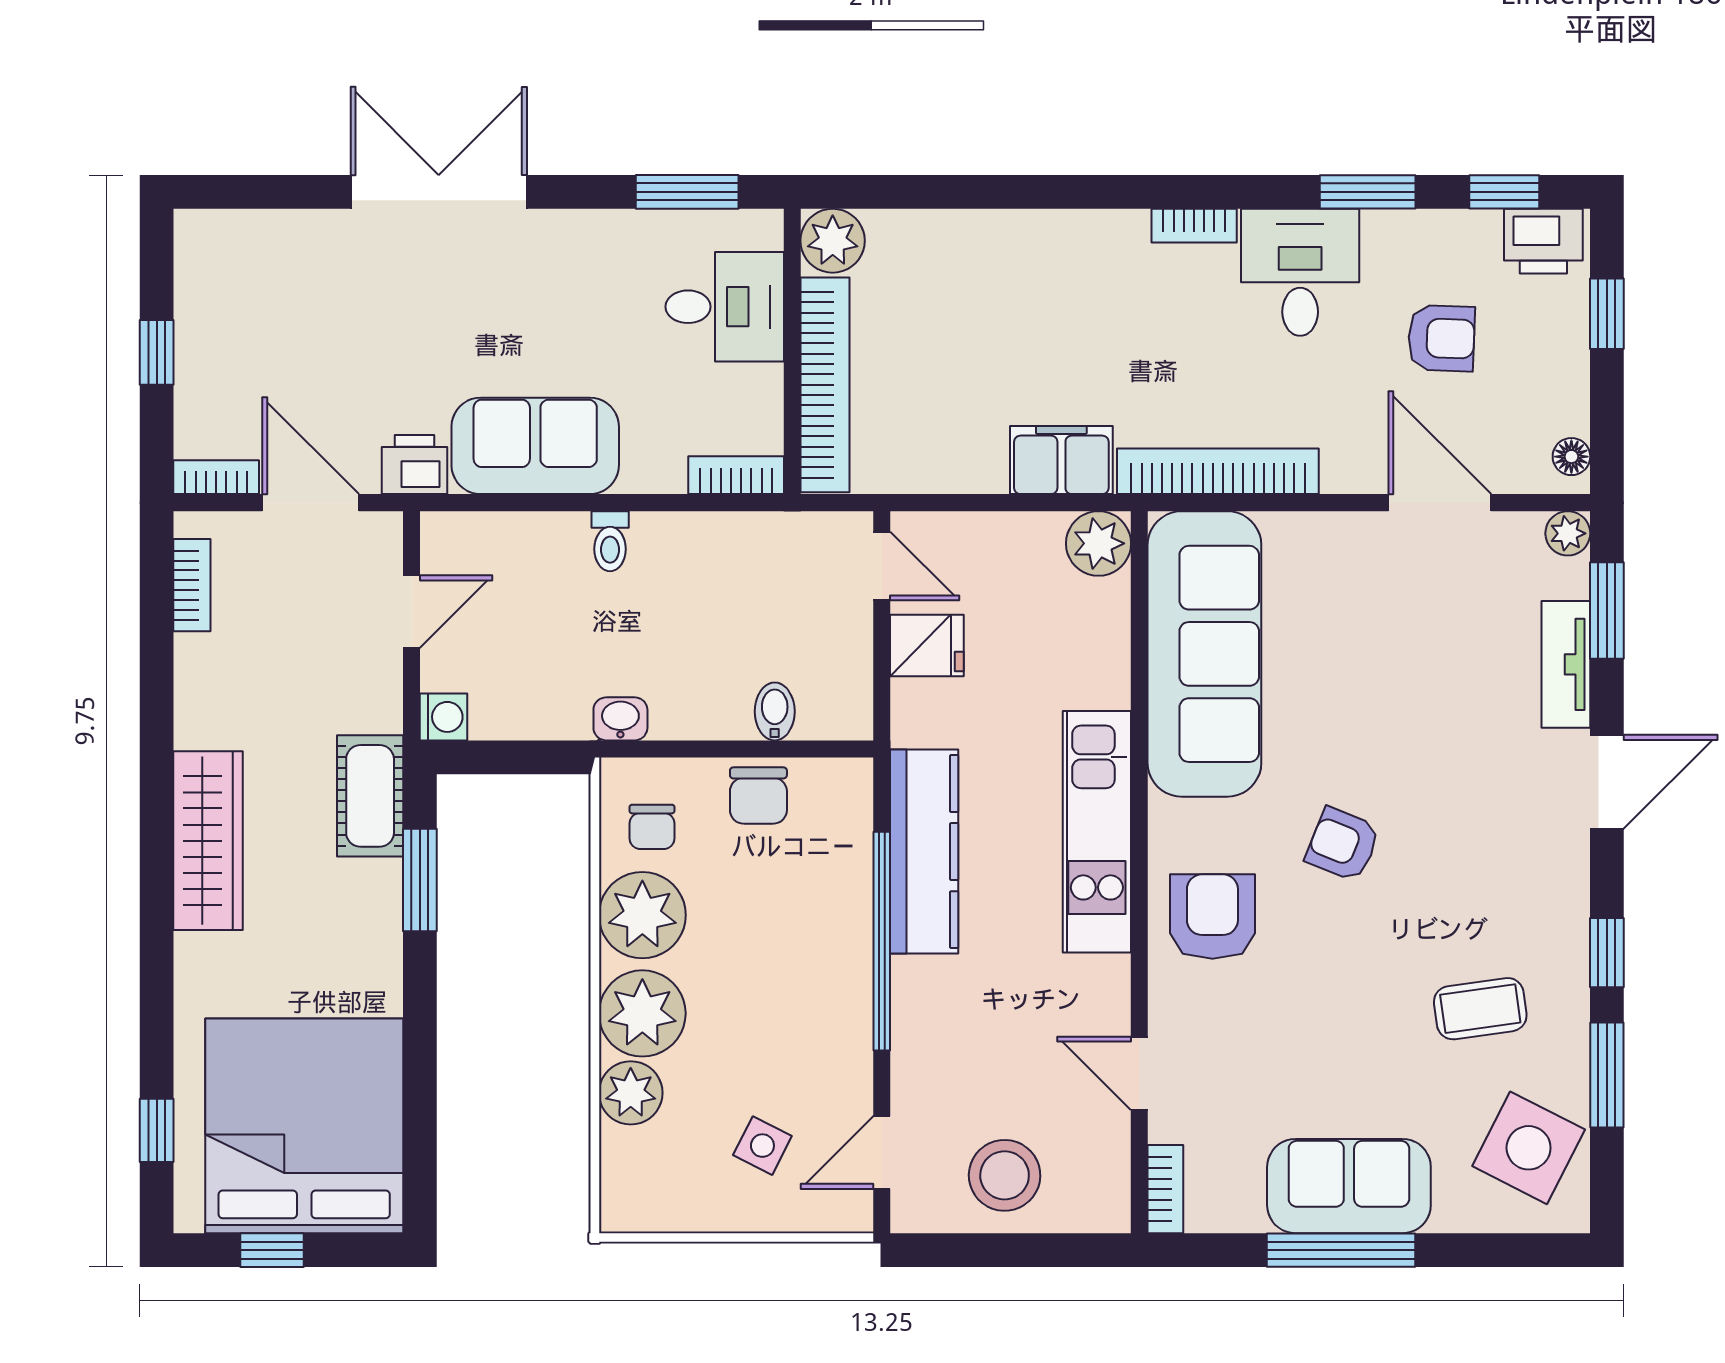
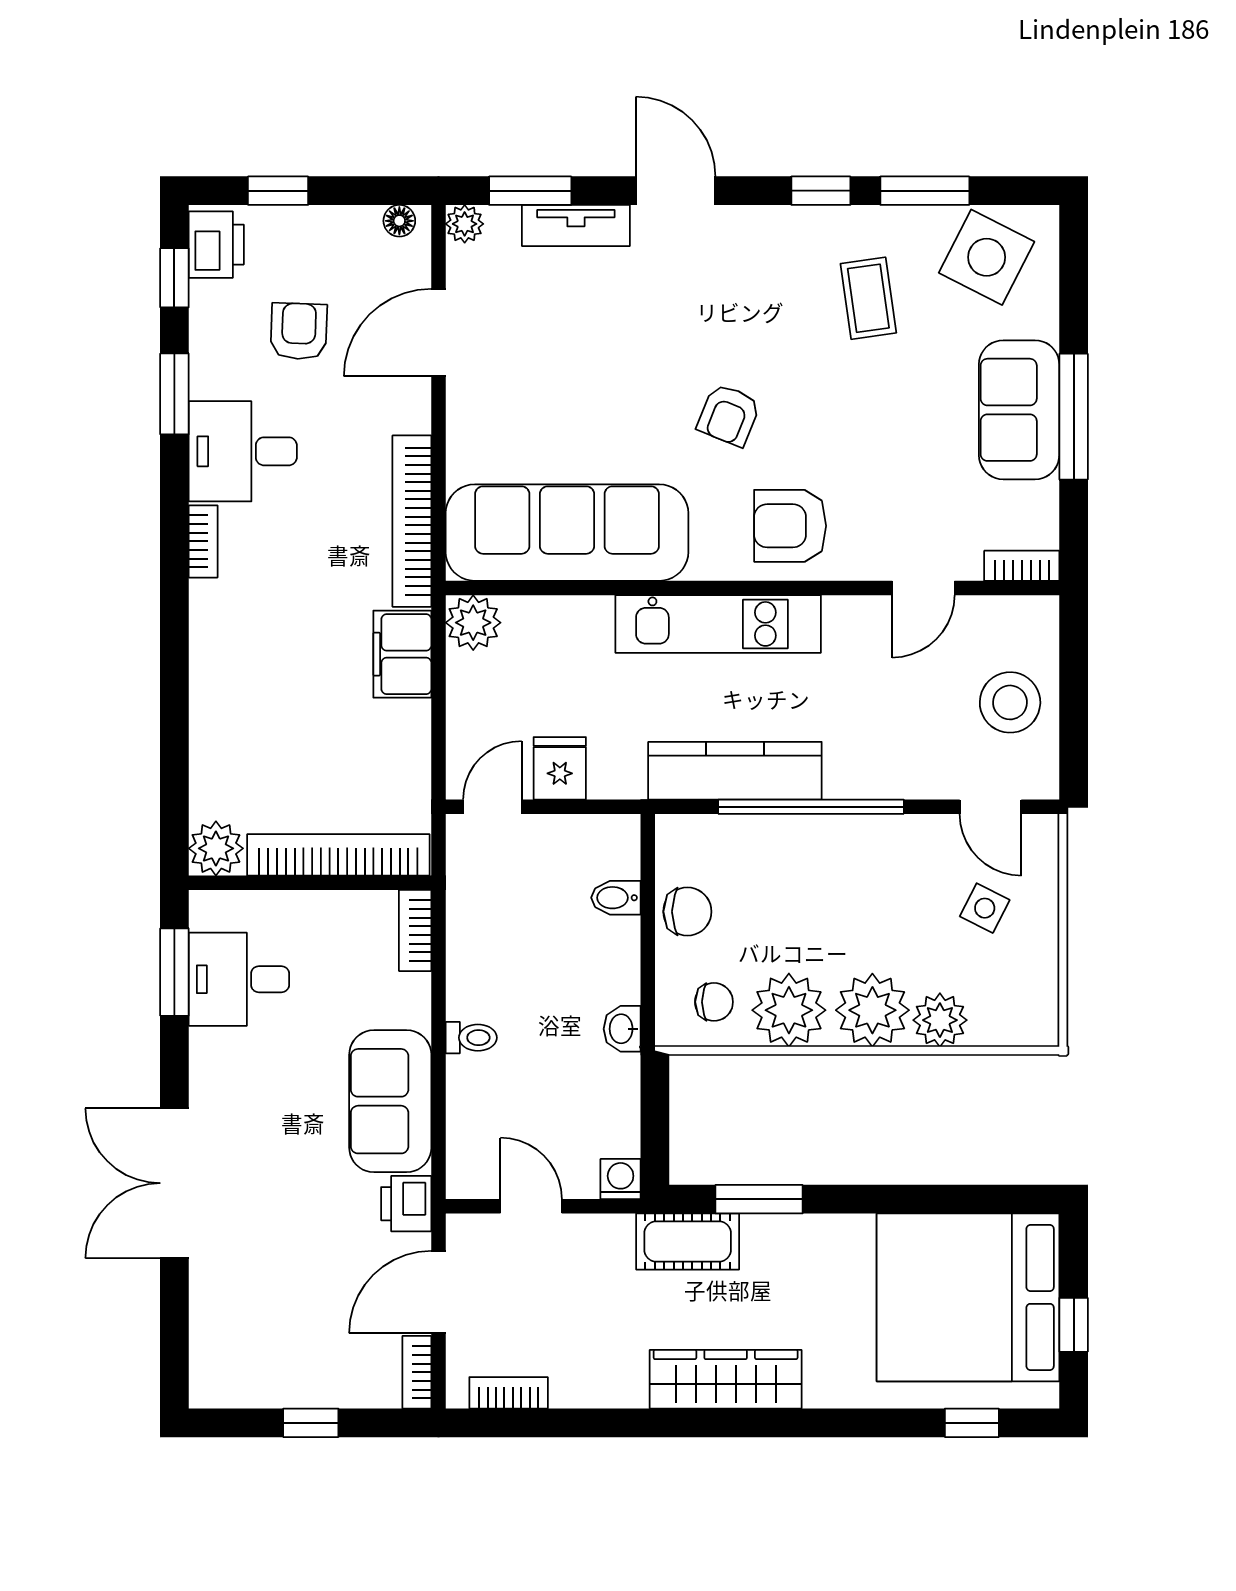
desk: (725, 307) -> (239, 979), moved, turned -90

